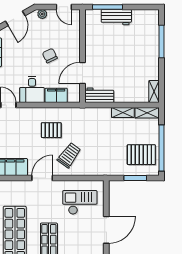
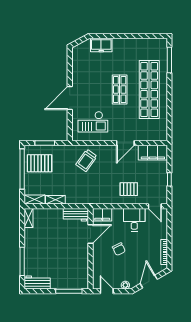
workbench: (116, 17) -> (37, 283), moved
filing cabinet: (56, 95) -> (102, 215), moved
pallet: (51, 130) -> (129, 189), moved
trolley: (69, 155) -> (86, 160), moved

